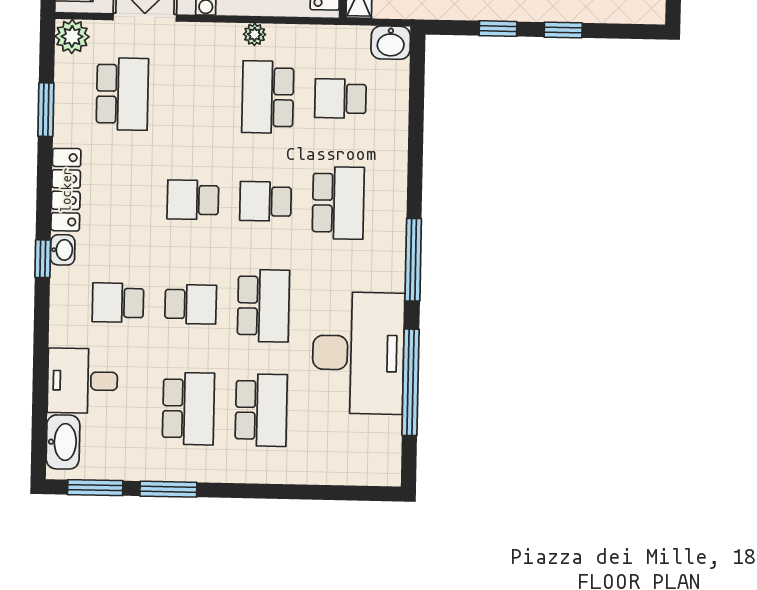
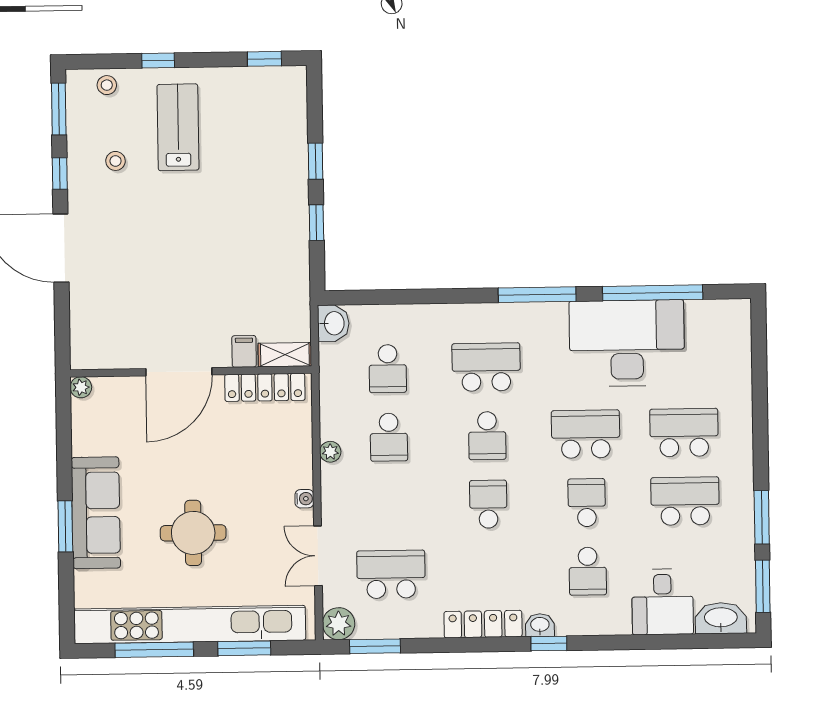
school desk: (268, 97) -> (389, 437), width x0.54
window: (46, 110) -> (375, 646), moved
school desk: (193, 200) -> (488, 504), turned 180

